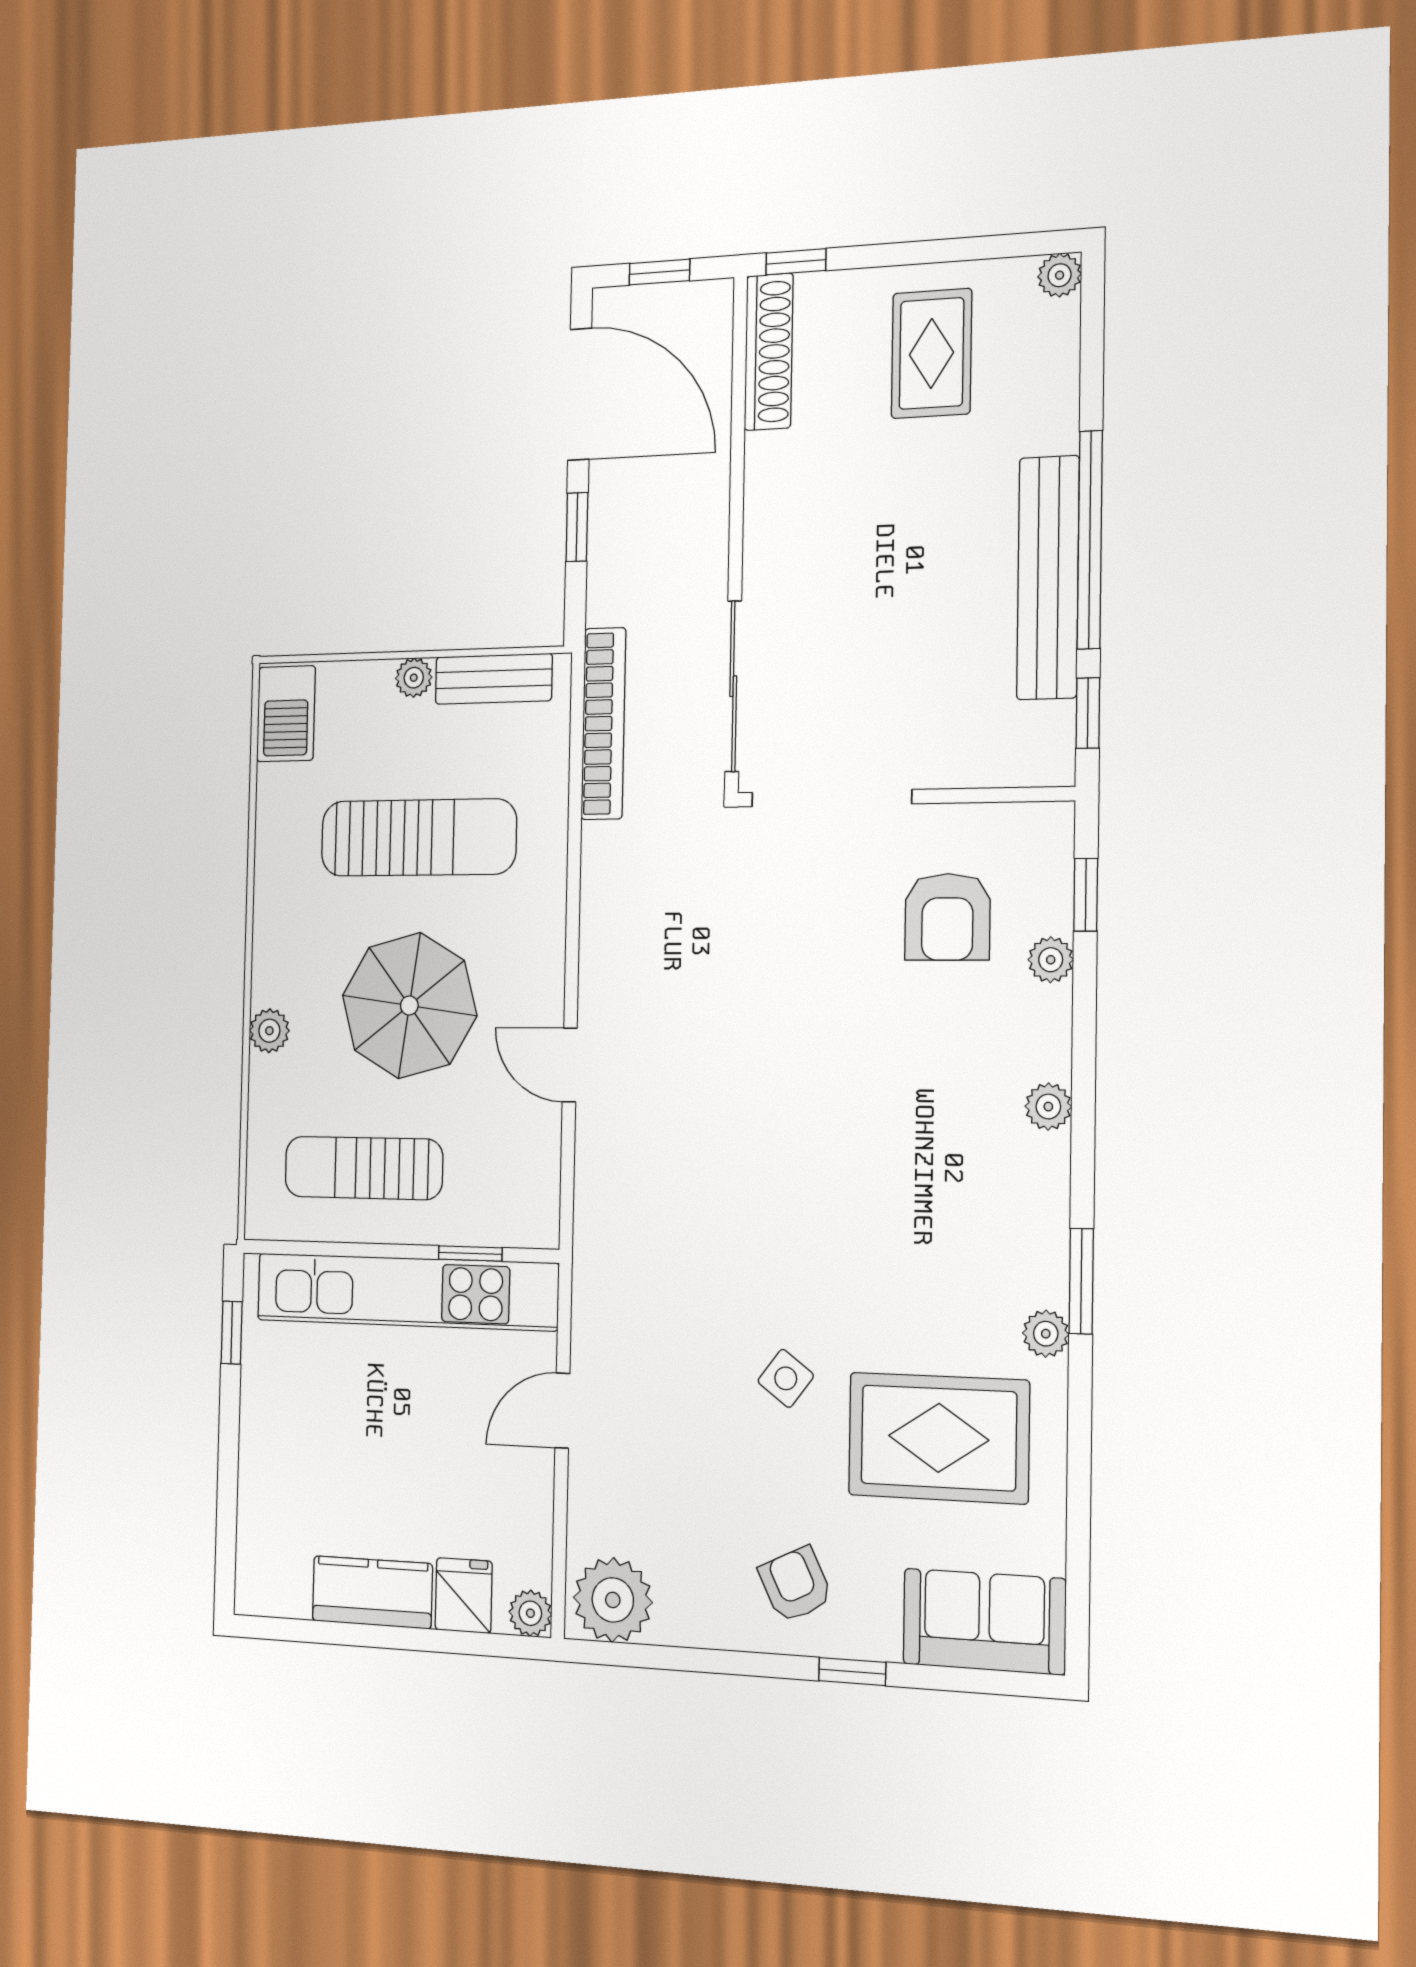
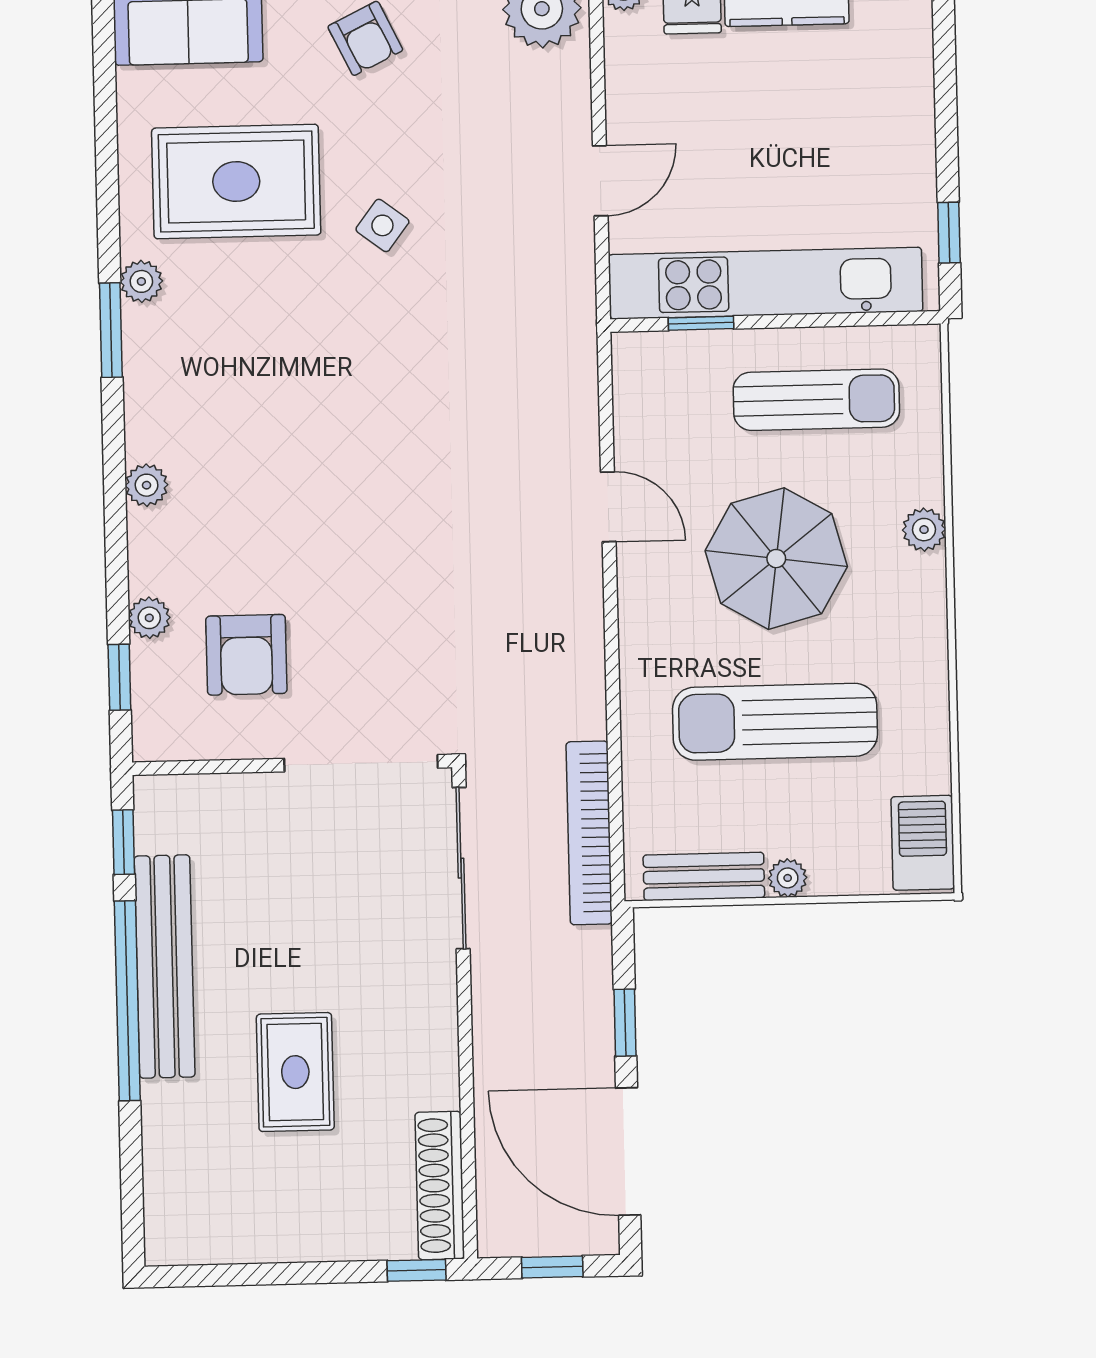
plant: (1060, 275) -> (164, 1246), removed
rug: (931, 353) -> (295, 1072), moved
armchair: (947, 917) -> (246, 655), turned 180

